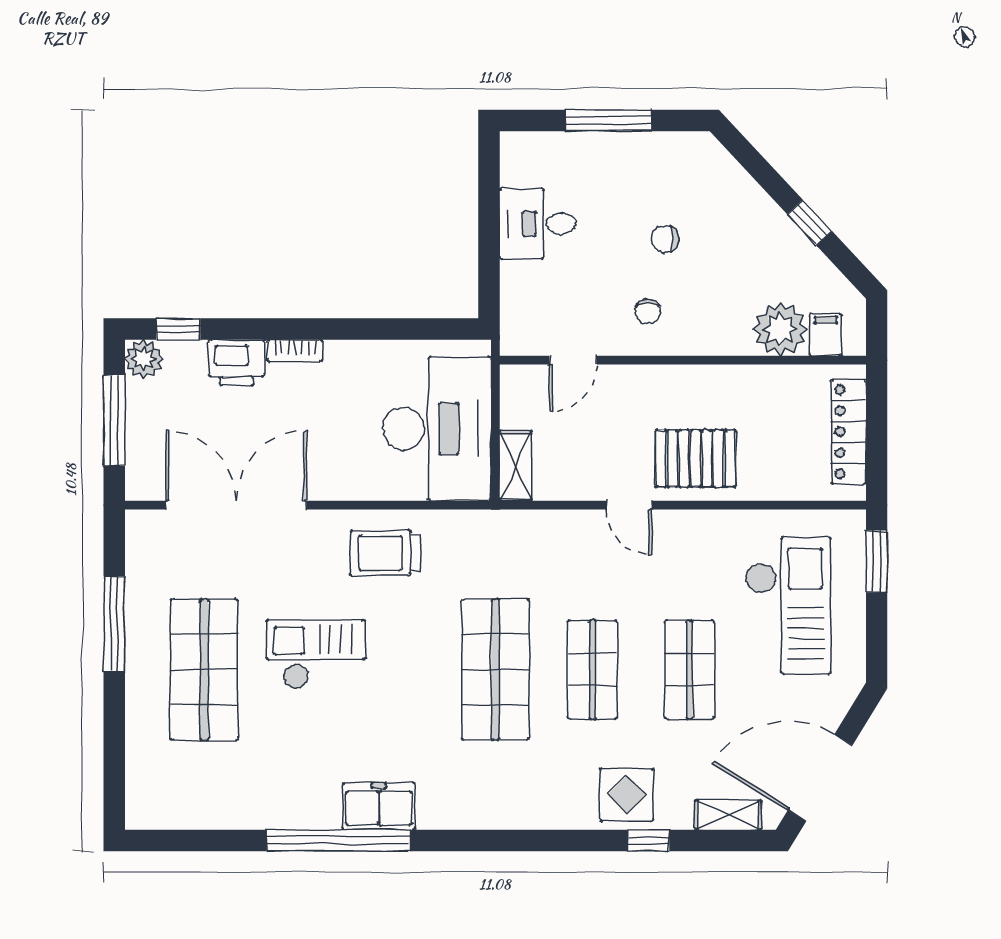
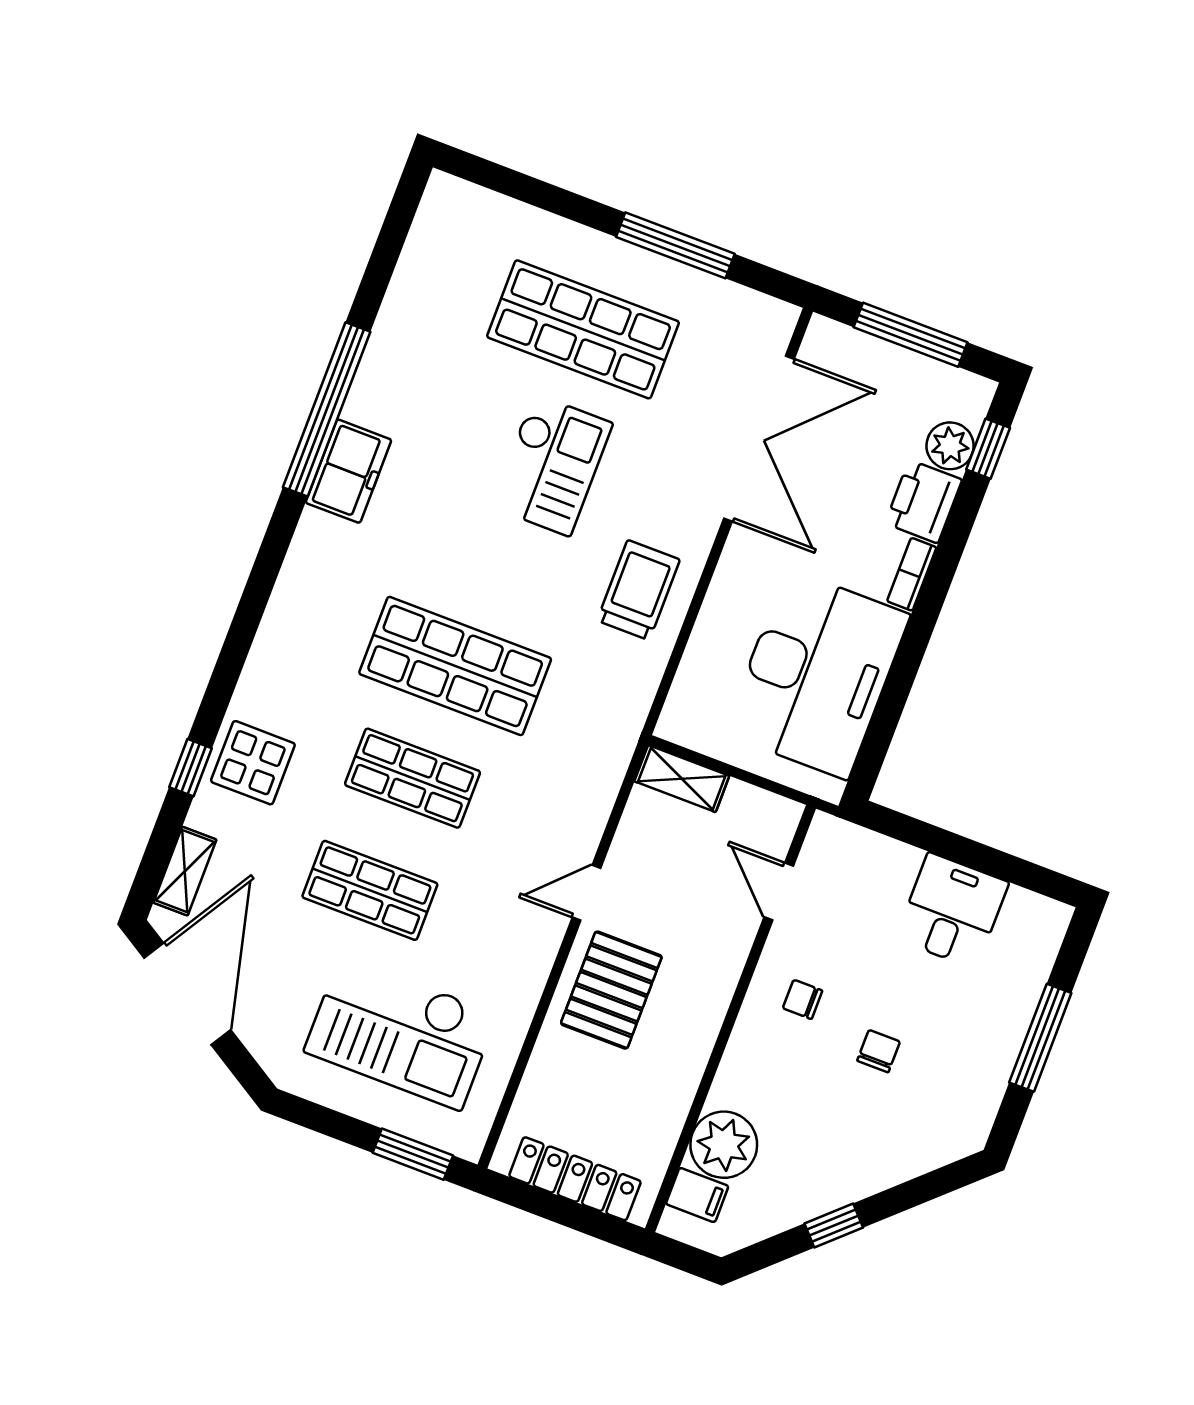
plant: (144, 359) -> (950, 446), moved
desk: (437, 429) -> (817, 674), moved, turned -90

